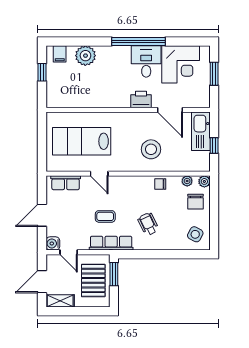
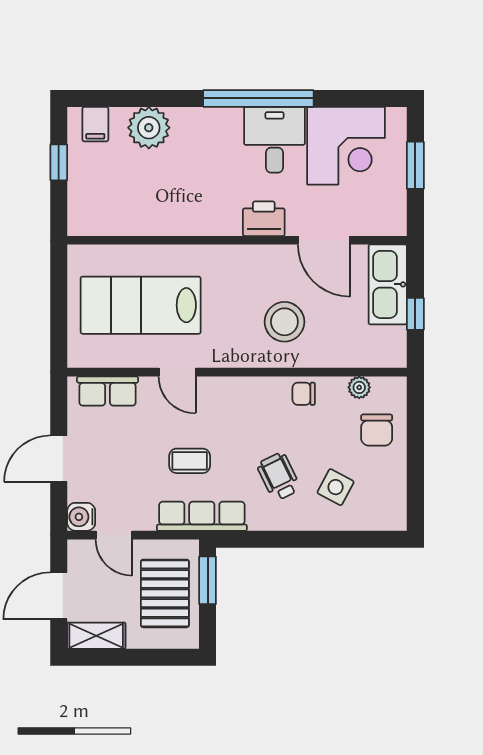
plant: (204, 181) -> (395, 388), removed
side table: (195, 234) -> (336, 487), moved

